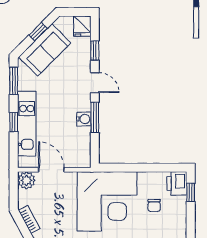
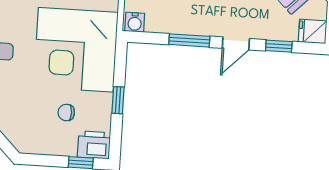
water cooler: (84, 119) -> (135, 22), moved
window: (143, 168) -> (118, 100), added

